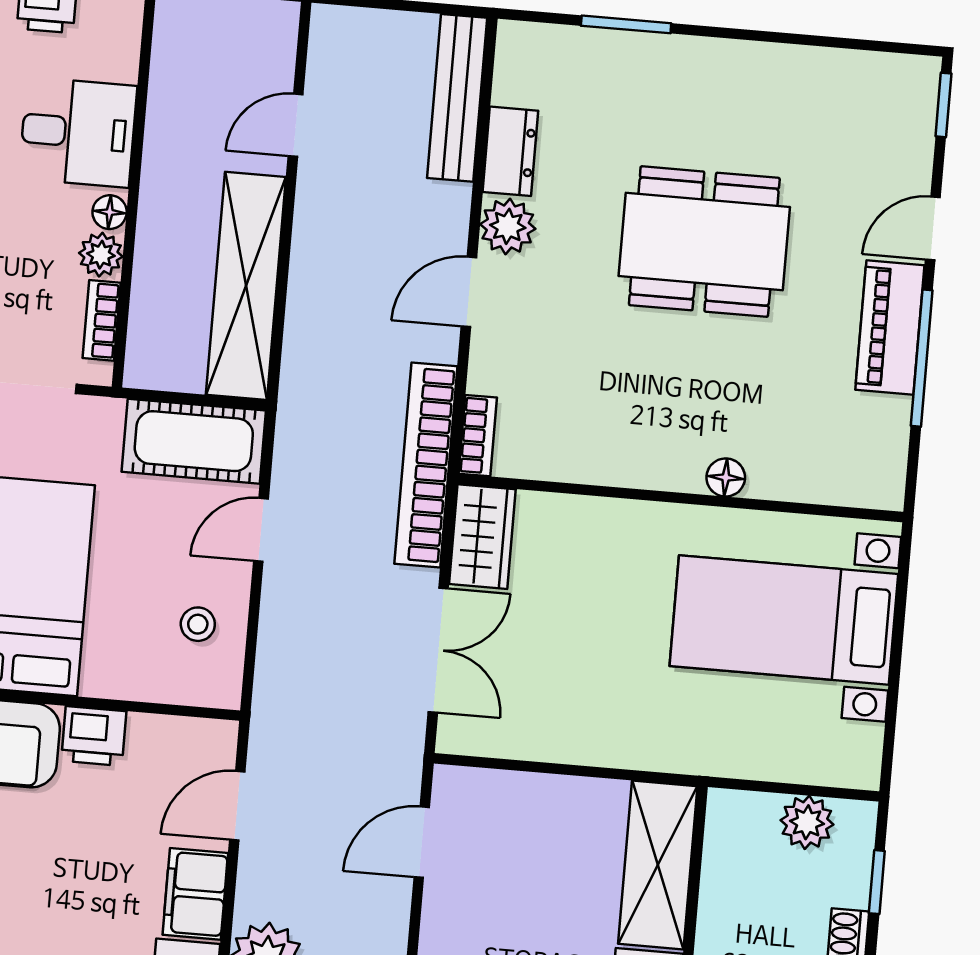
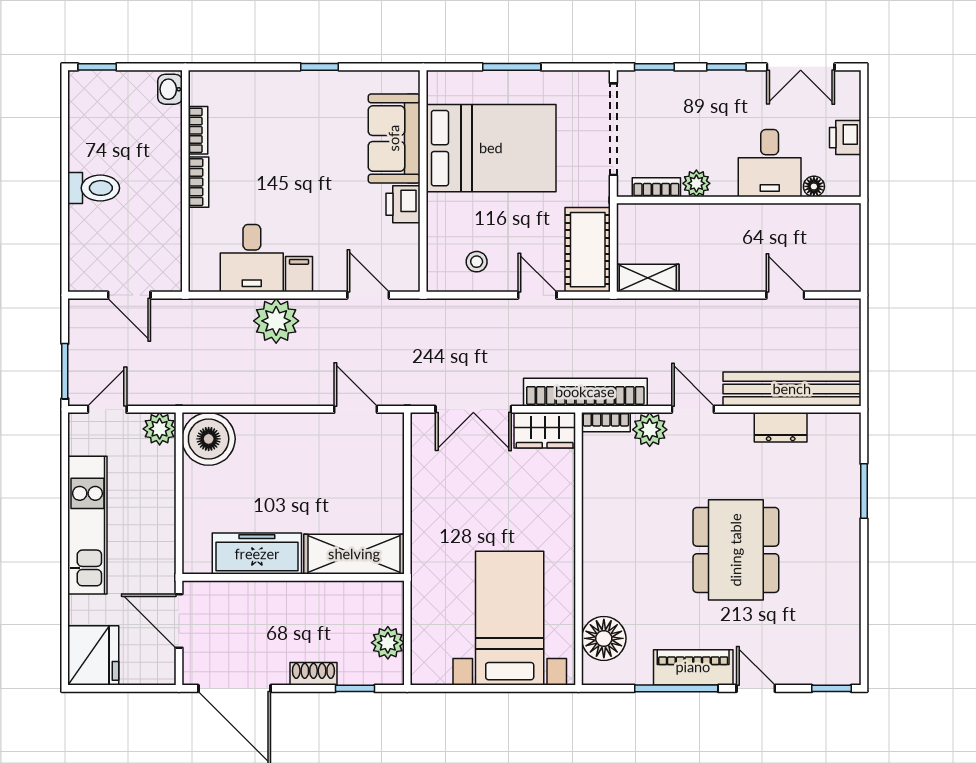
bench: (457, 98) -> (792, 389), width x1.37, depth x1.21
floor lamp: (110, 212) -> (814, 186), moved
plant: (508, 226) -> (650, 430), moved
shelving: (246, 286) -> (648, 278), width x0.45, depth x0.75
floor lamp: (726, 477) -> (604, 638), moved, width x1.89, depth x1.89
filing cabinet: (195, 894) -> (299, 274), width x0.50

